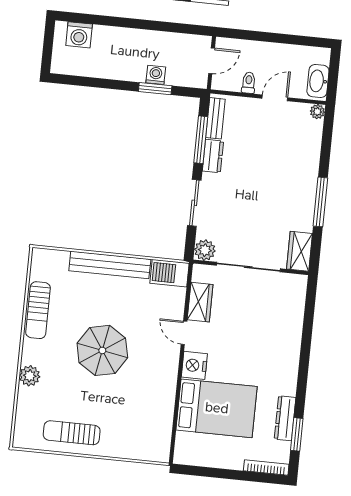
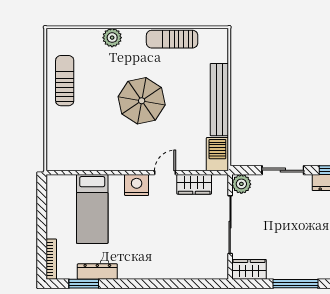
bed: (217, 408) -> (92, 209), width x0.67

